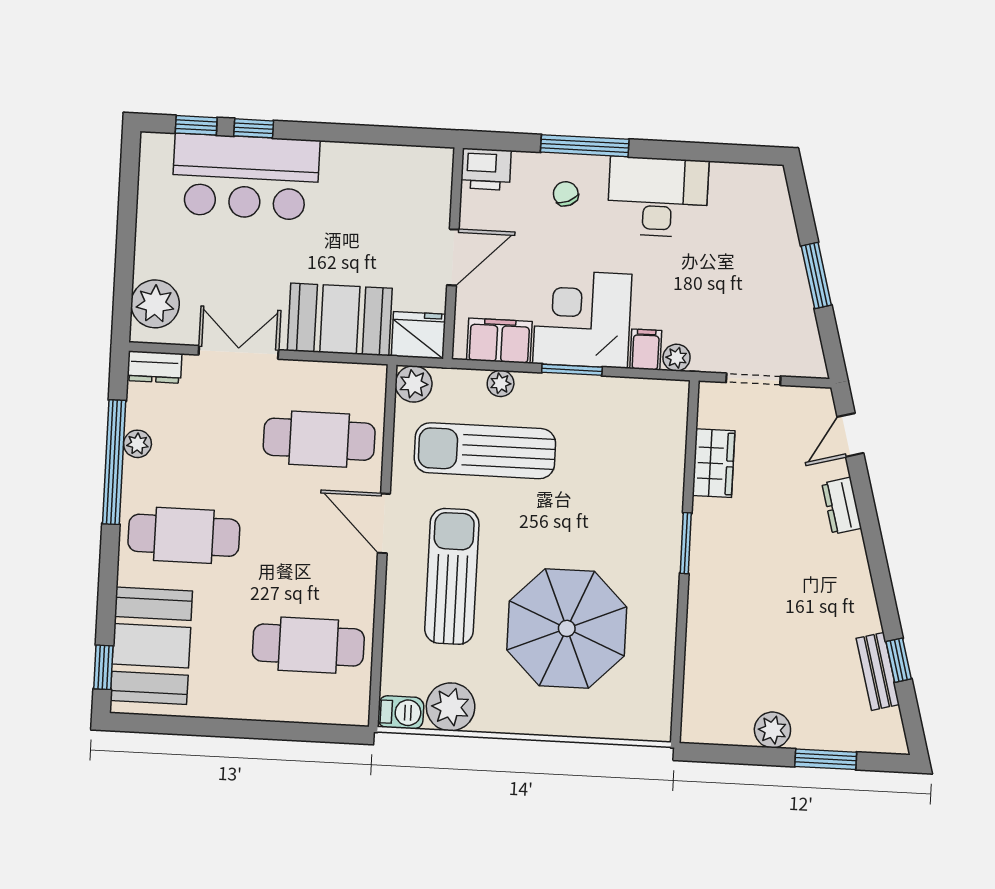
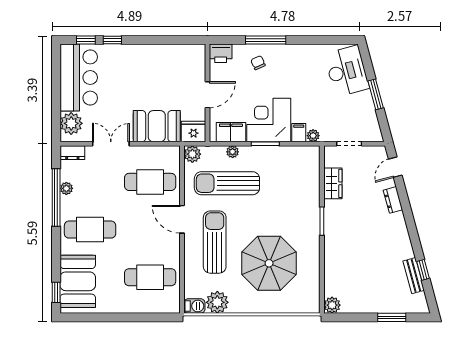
bar counter: (246, 177) -> (79, 78), moved, turned -90
desk: (658, 197) -> (347, 71), moved, turned 75
plant: (772, 730) -> (332, 305), moved

